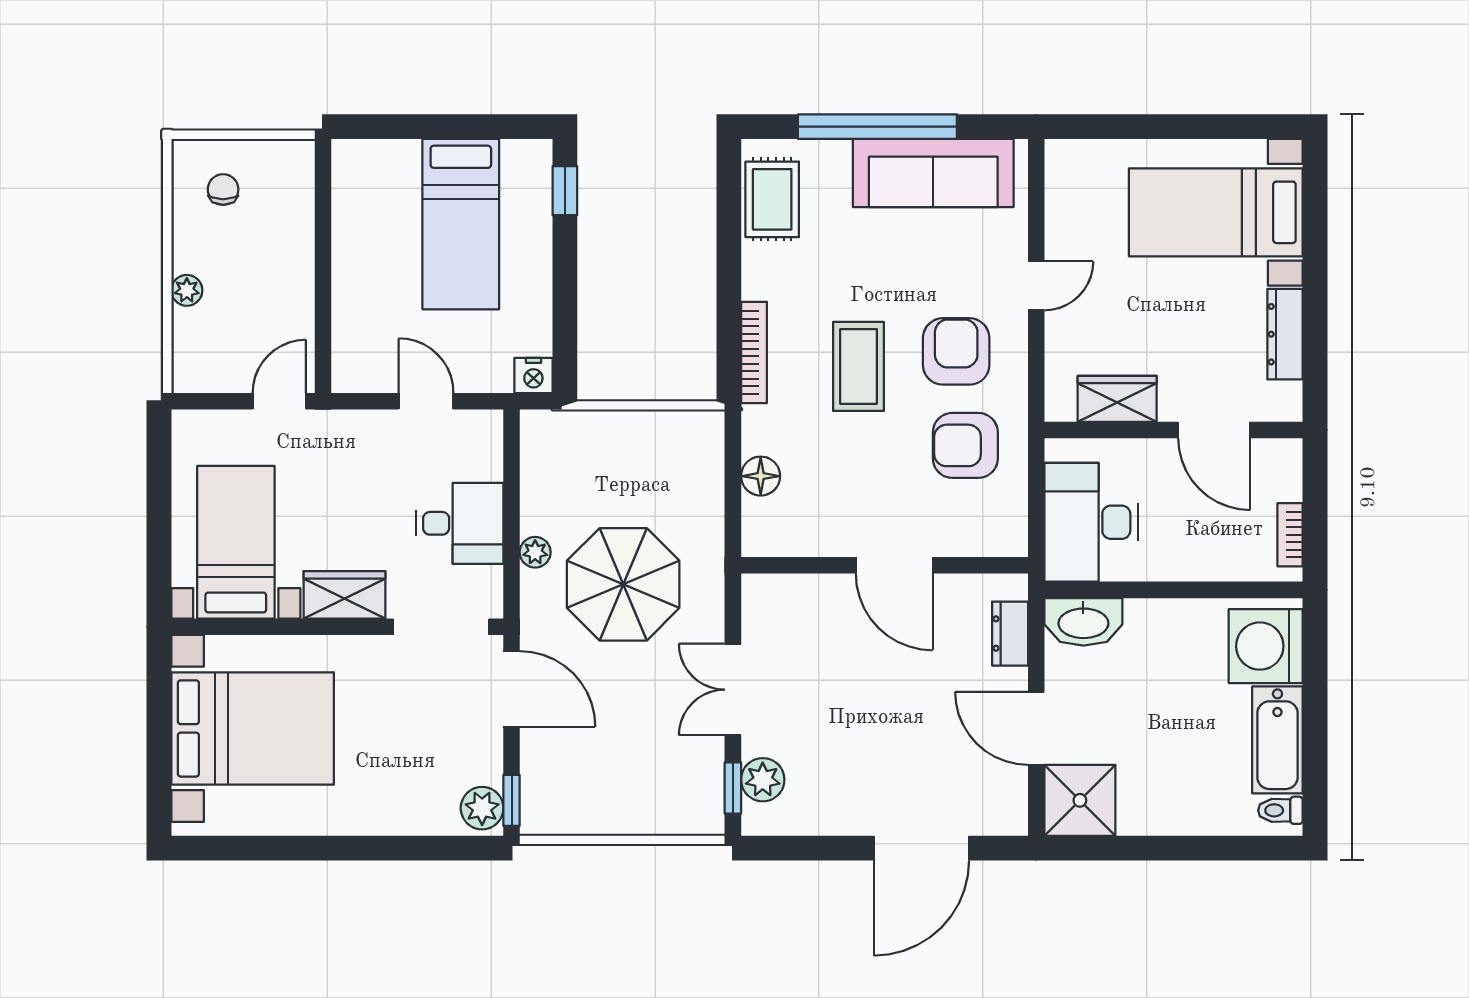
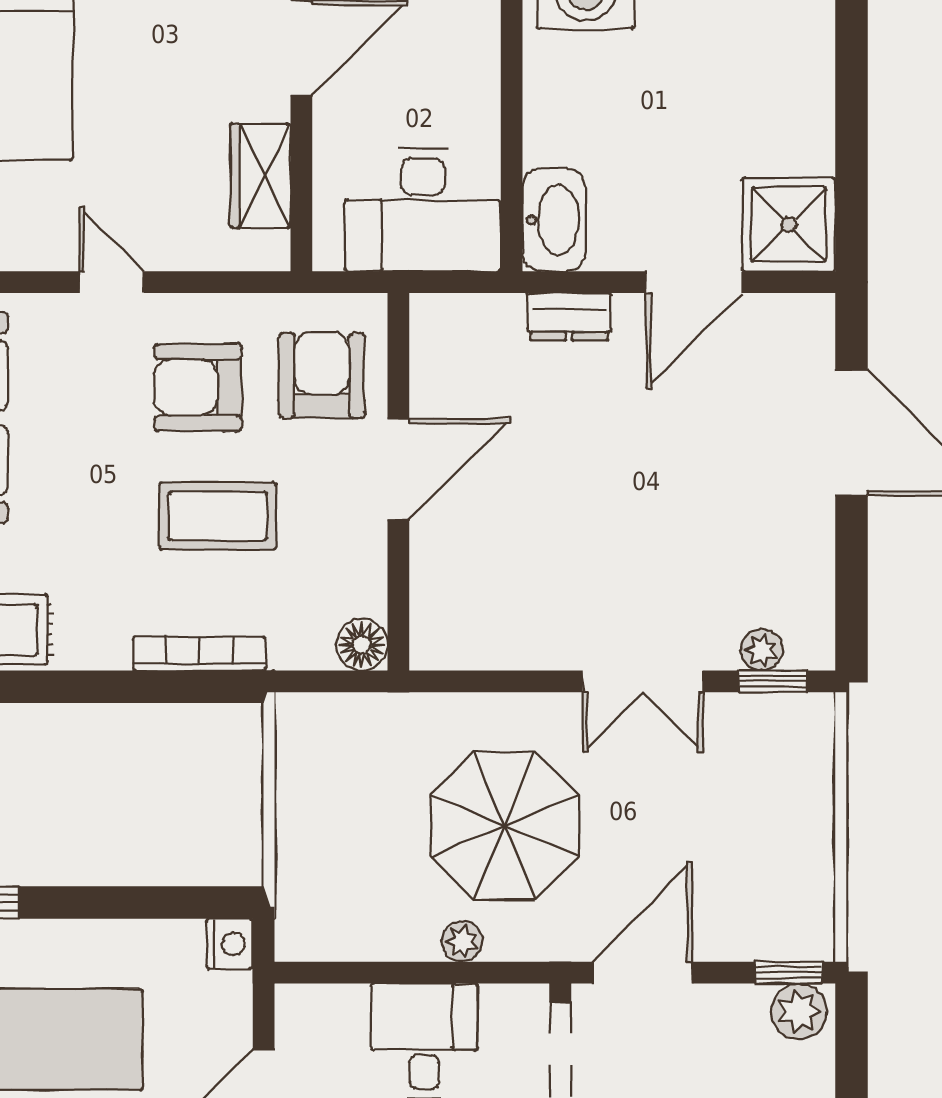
armchair: (965, 445) -> (322, 375), turned 180
wall: (885, 565) -> (398, 482), moved
door: (894, 565) -> (398, 469), moved
plant: (763, 780) -> (762, 650), width x0.73, depth x0.73

